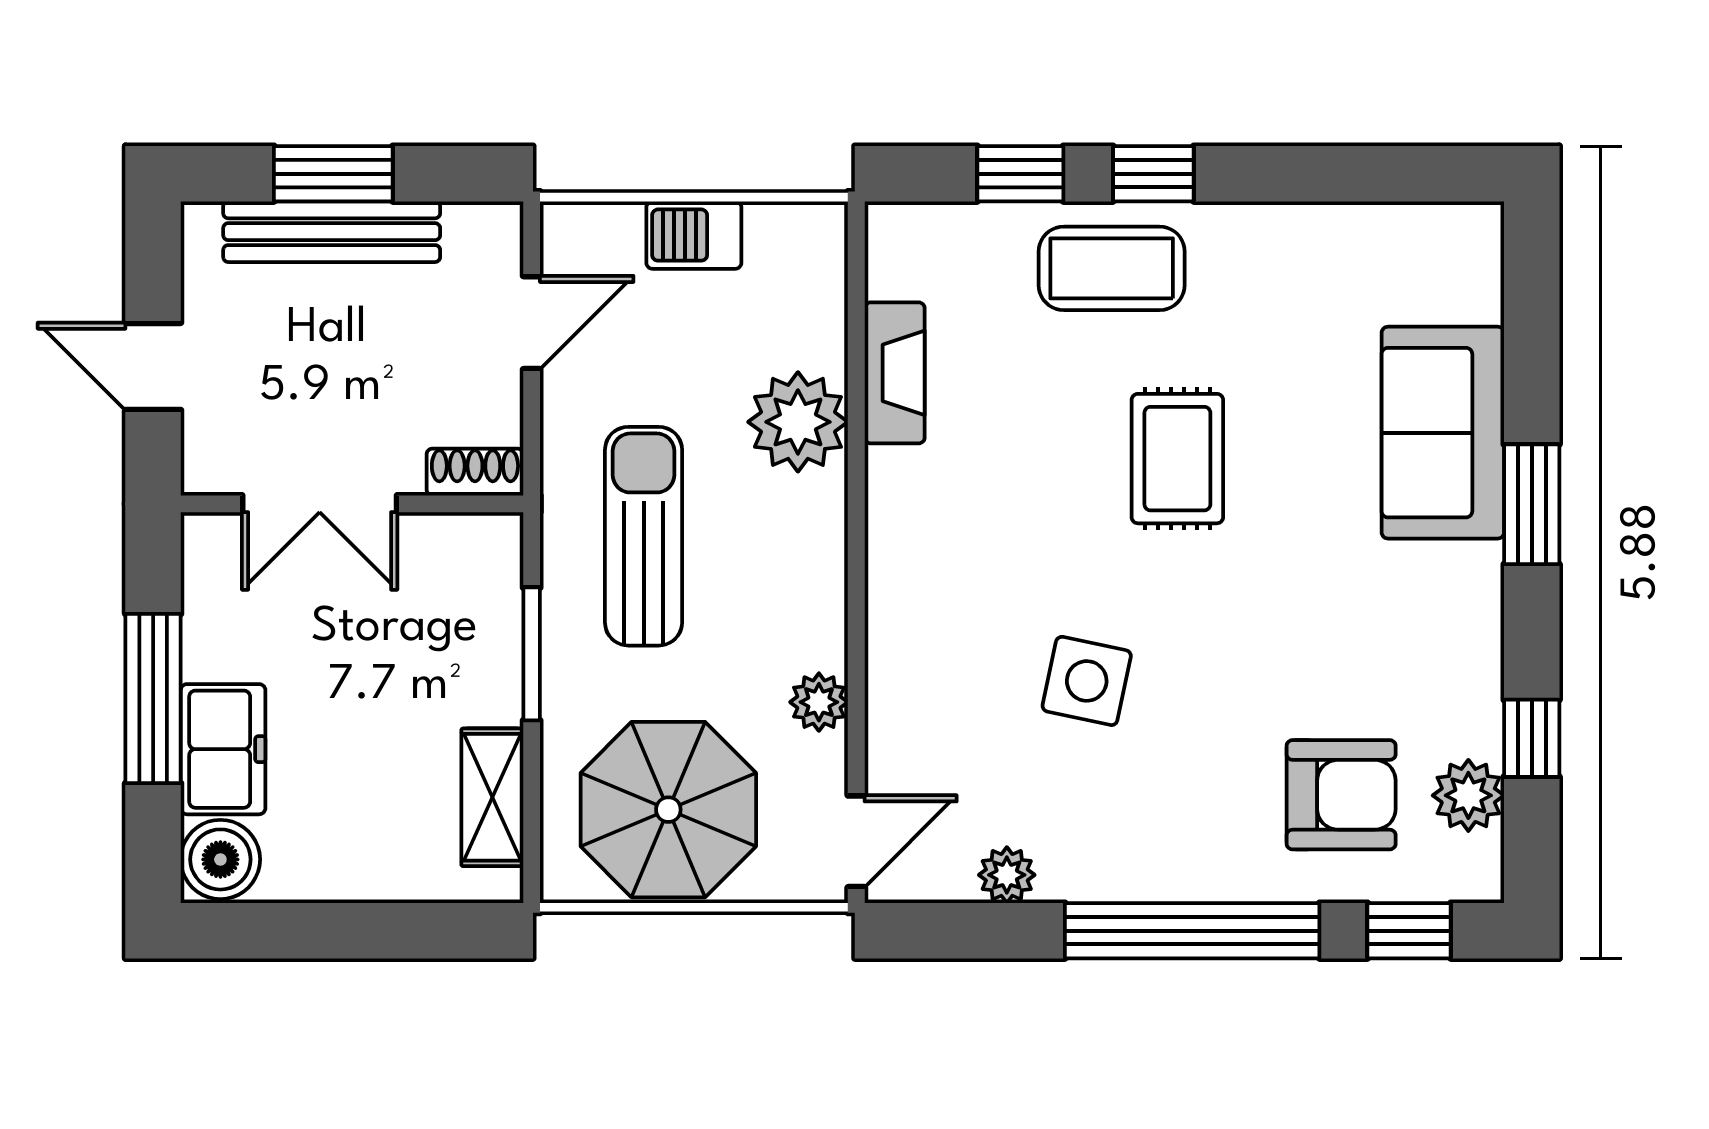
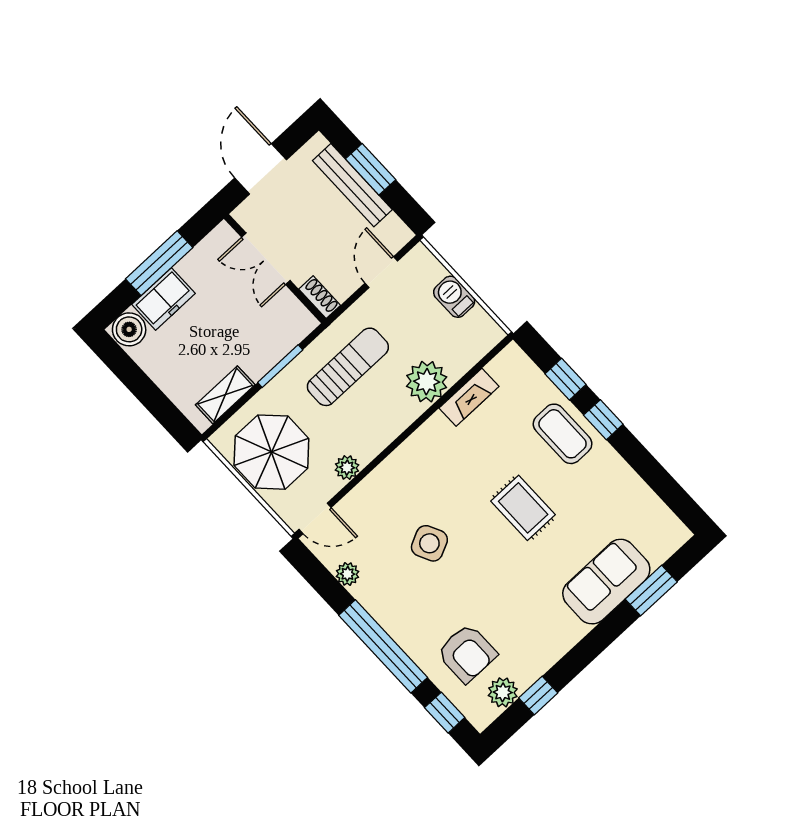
door: (532, 323) -> (381, 272), swing flipped
door: (153, 366) -> (261, 169), width x1.38
rug: (1177, 459) -> (523, 508), turned 90
window: (1532, 504) -> (651, 590), moved
side table: (1087, 681) -> (429, 543), turned -38

